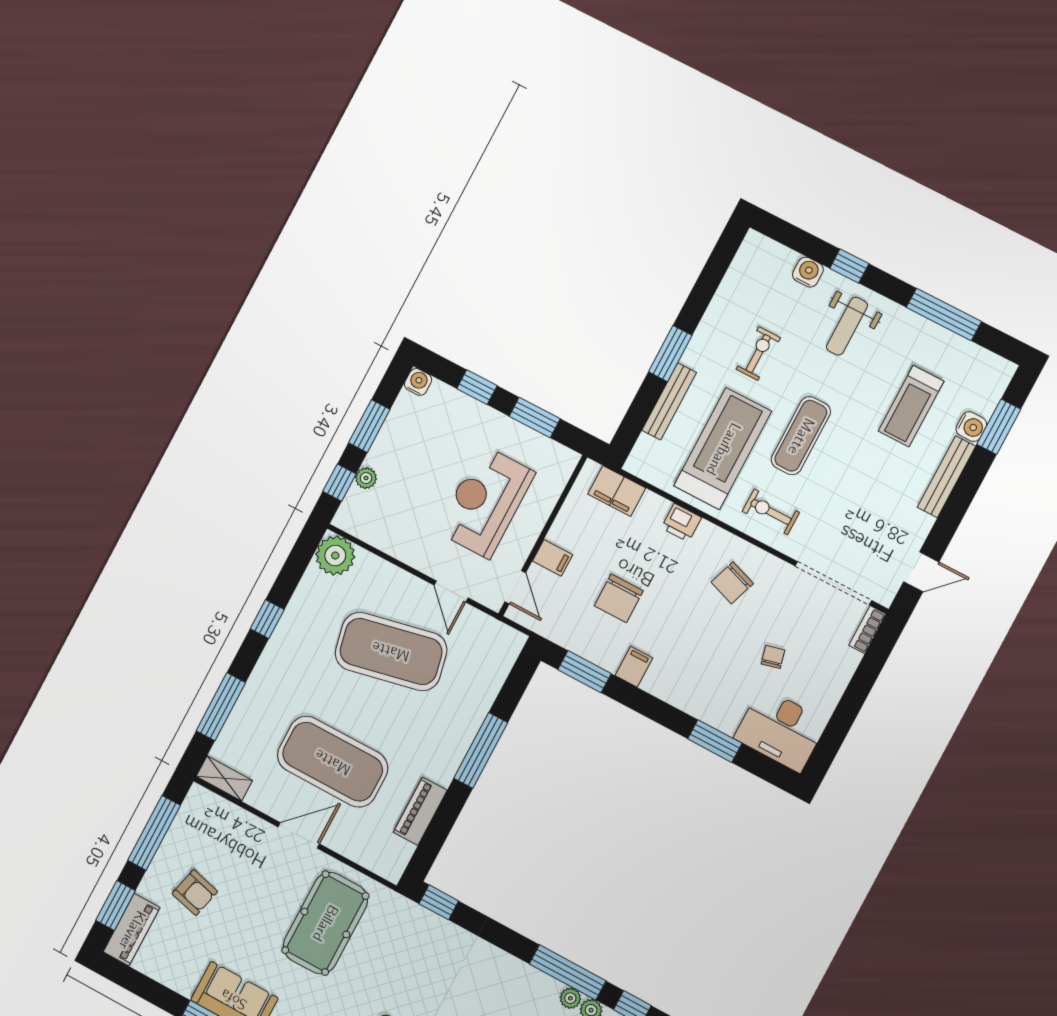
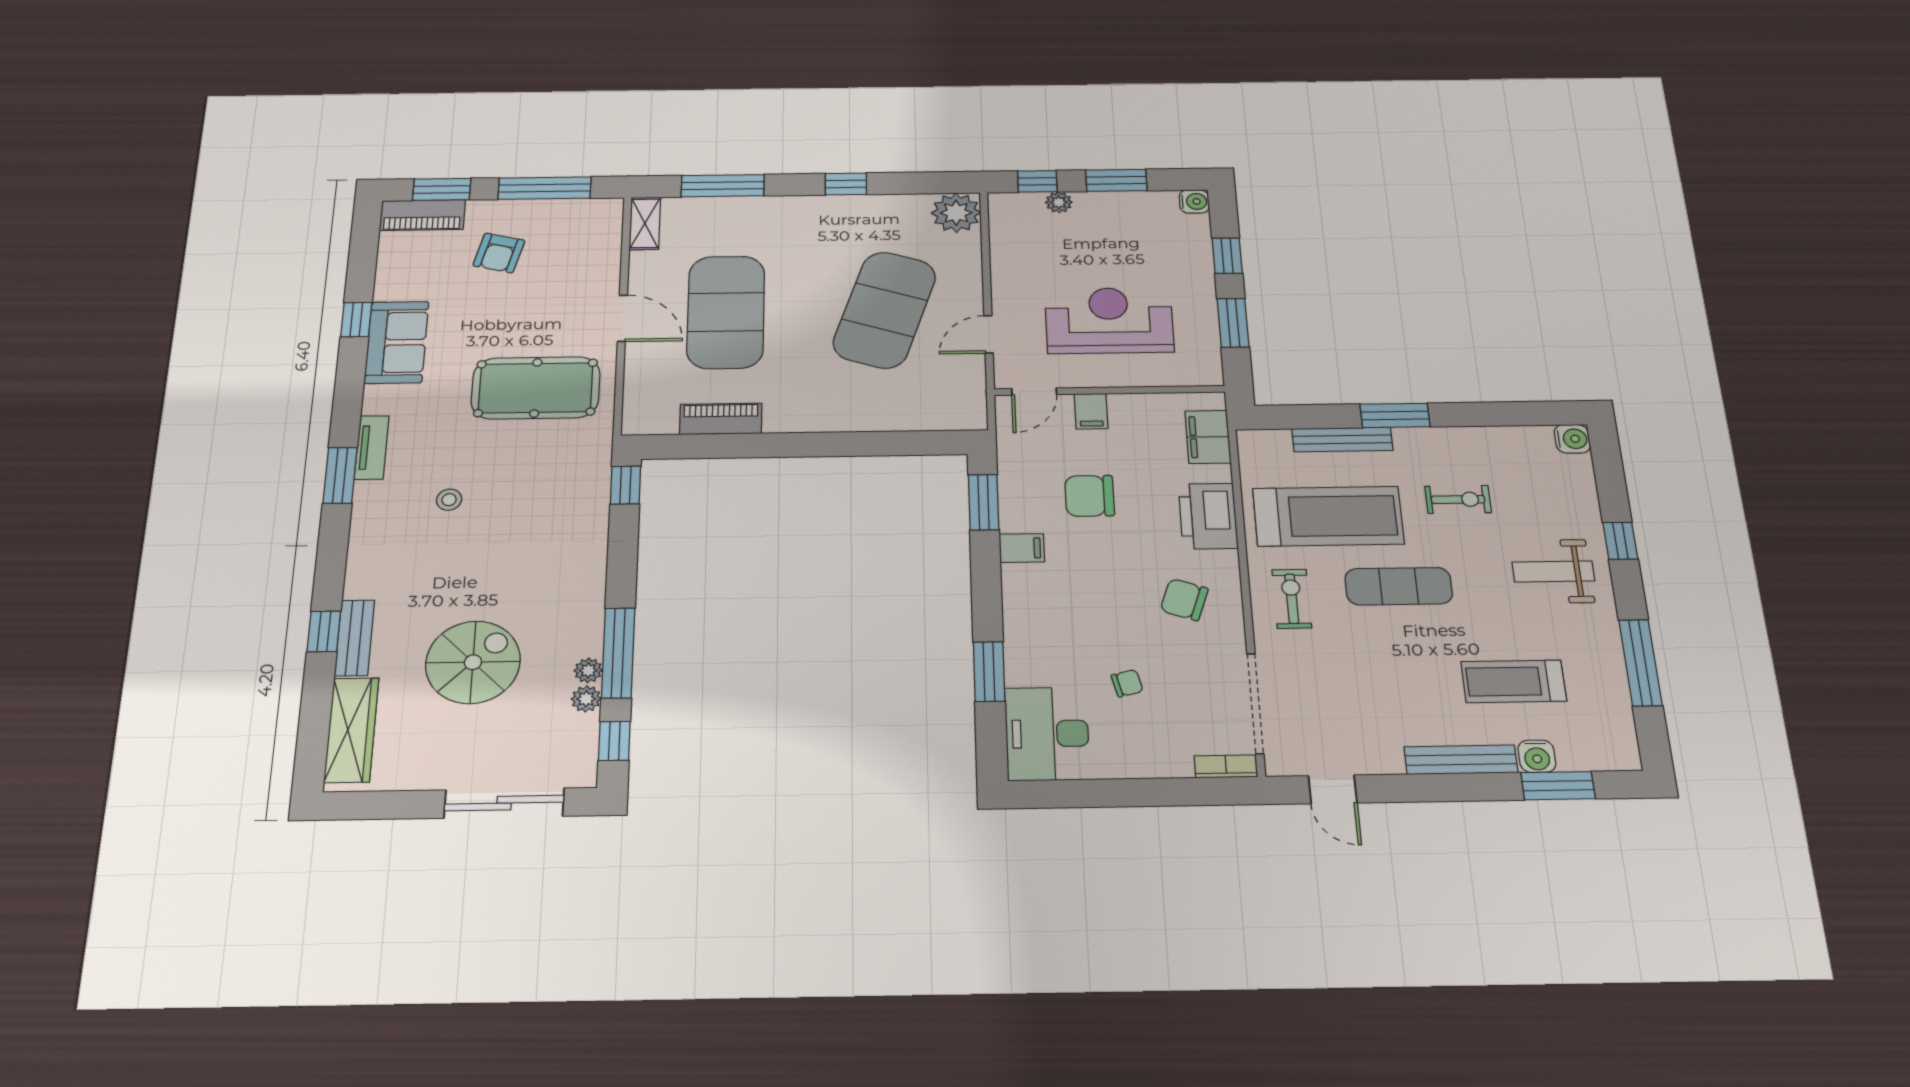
water cooler: (808, 272) -> (1572, 439), moved
printer: (681, 523) -> (1208, 516), width x1.87, depth x1.48
exercise mat: (391, 651) -> (885, 310), turned 30
window: (481, 750) -> (828, 444), removed

